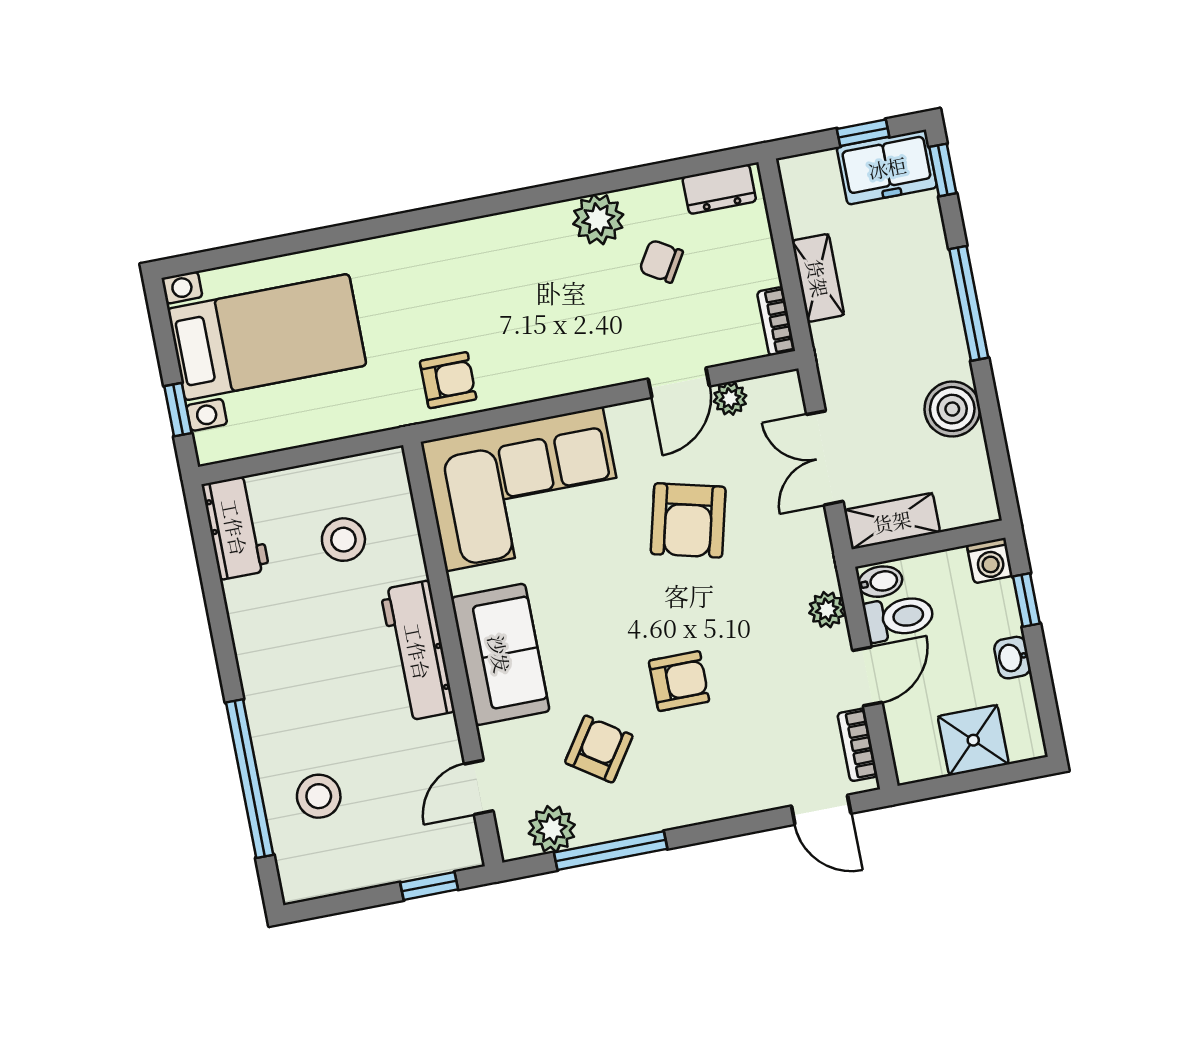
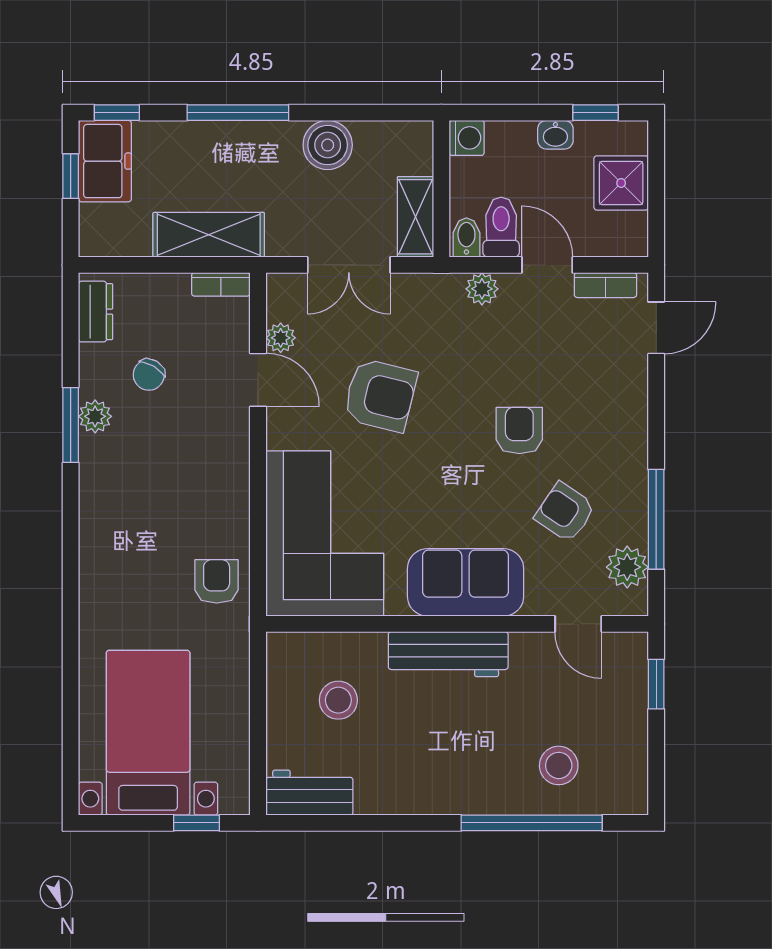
window: (589, 186) -> (71, 425), added
plant: (598, 219) -> (95, 416), width x0.73, depth x0.73
shelving: (818, 278) -> (209, 235), width x1.50, depth x1.33
window: (1026, 600) -> (596, 113), moved

